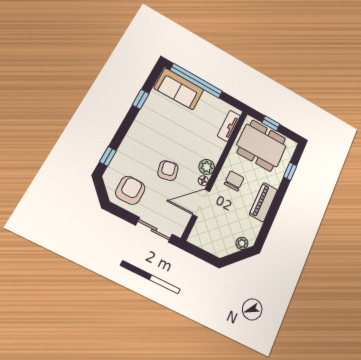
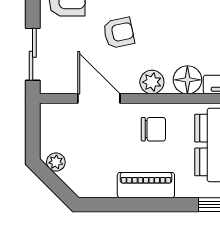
floor lamp: (203, 181) -> (187, 80), moved, width x1.89, depth x1.89
plant: (242, 243) -> (56, 162), moved

